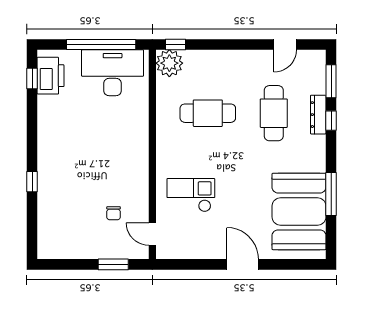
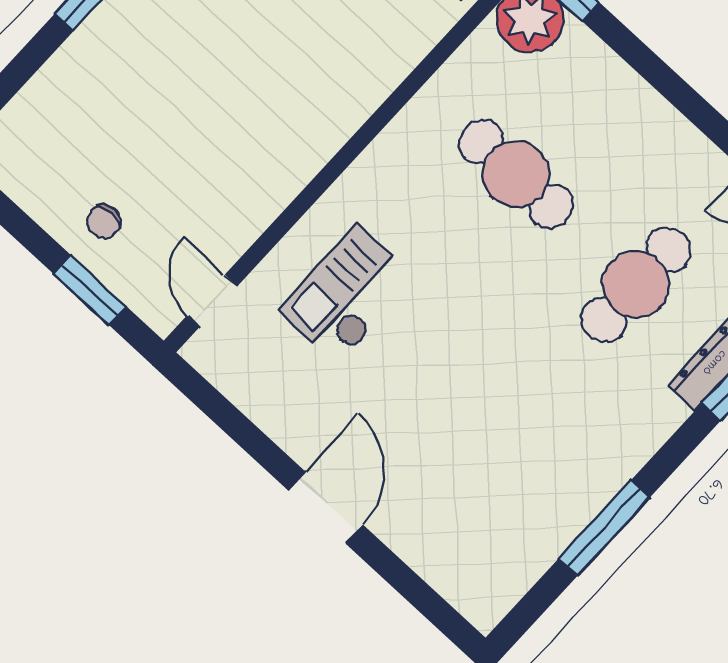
checkout: (191, 195) -> (348, 295), turned -90
booth: (299, 211) -> (517, 506), removed
chair: (114, 213) -> (104, 221), moved

